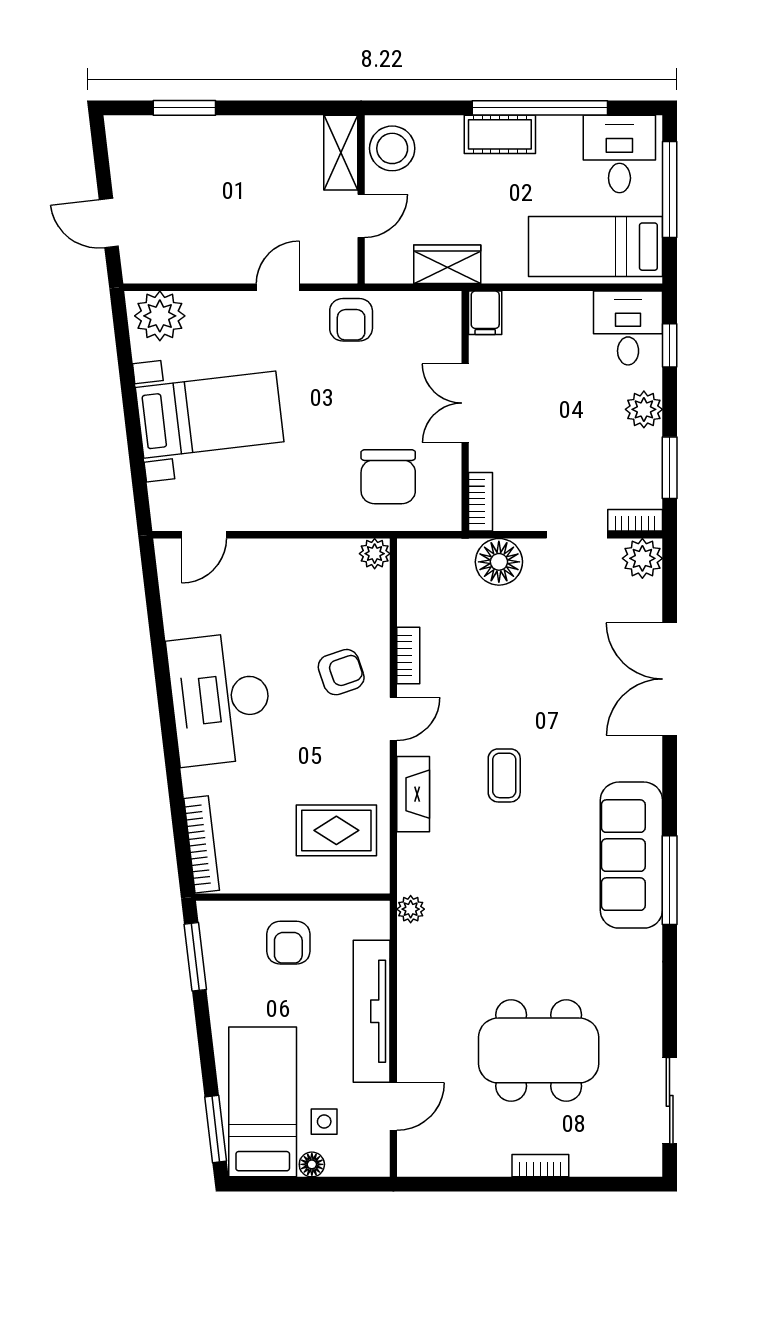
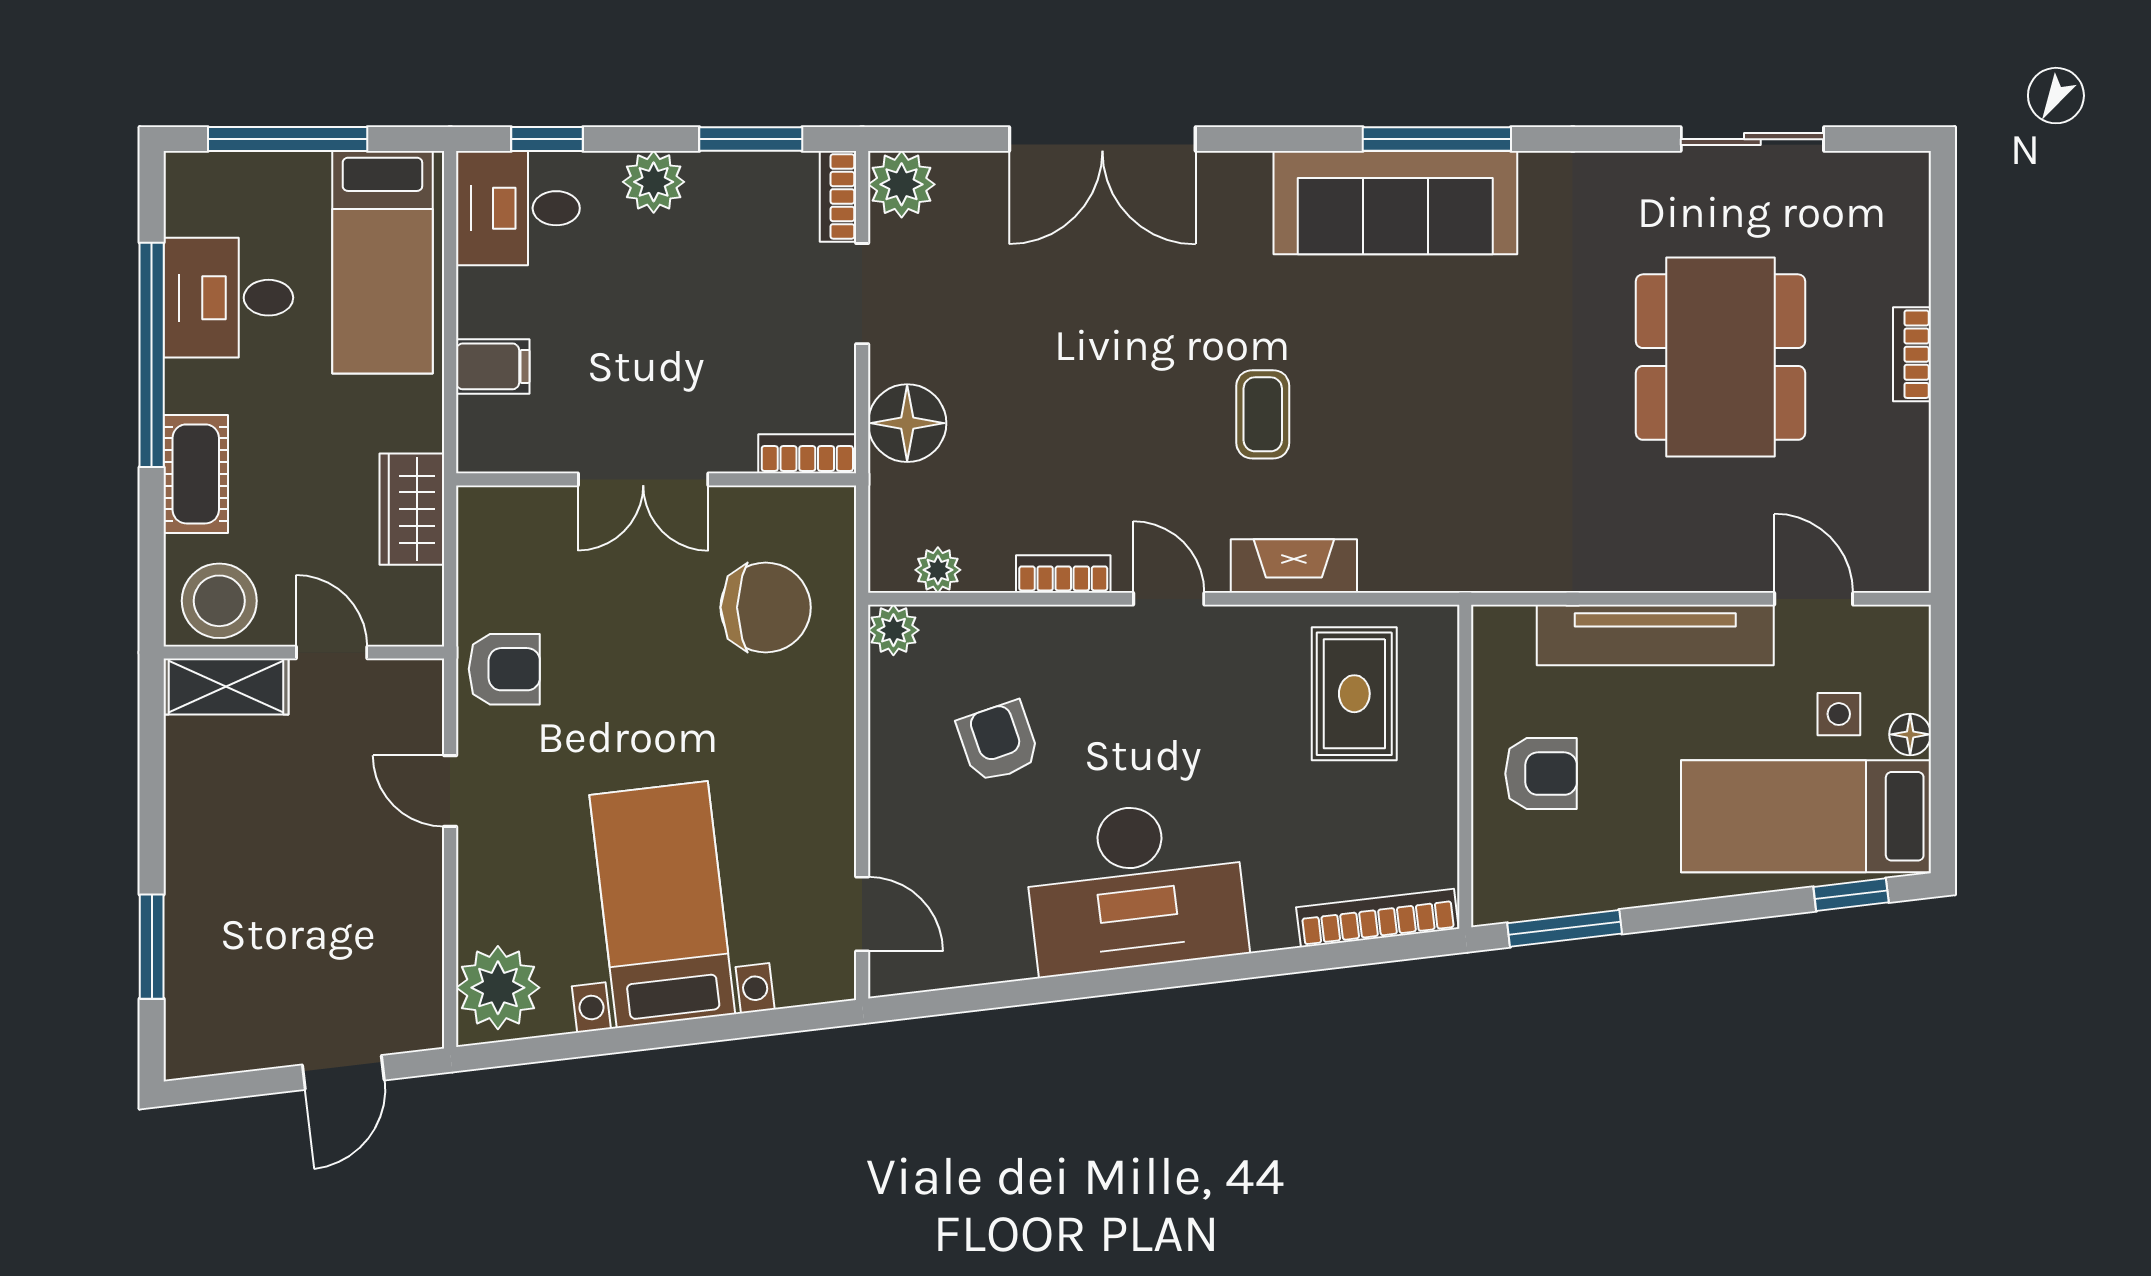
cot: (500, 134) -> (196, 474), moved
desk: (619, 154) -> (228, 298), moved
filing cabinet: (485, 313) -> (493, 366), moved
armchair: (341, 672) -> (998, 742), moved
coffee table: (504, 775) -> (1263, 414), turned 90
plant: (411, 909) -> (938, 570), moved
sliding door: (670, 1101) -> (1752, 139), moved
window: (216, 1129) -> (1851, 895), width x0.67

